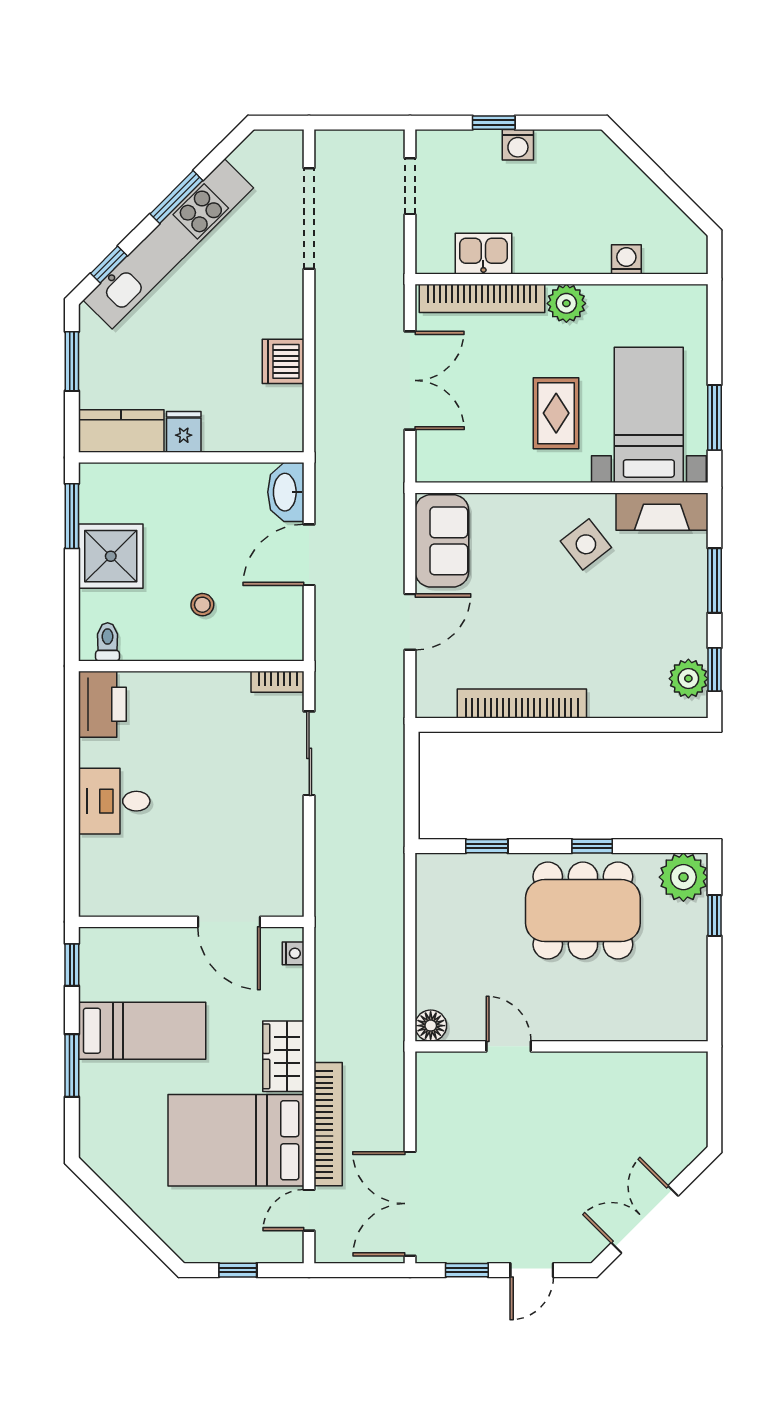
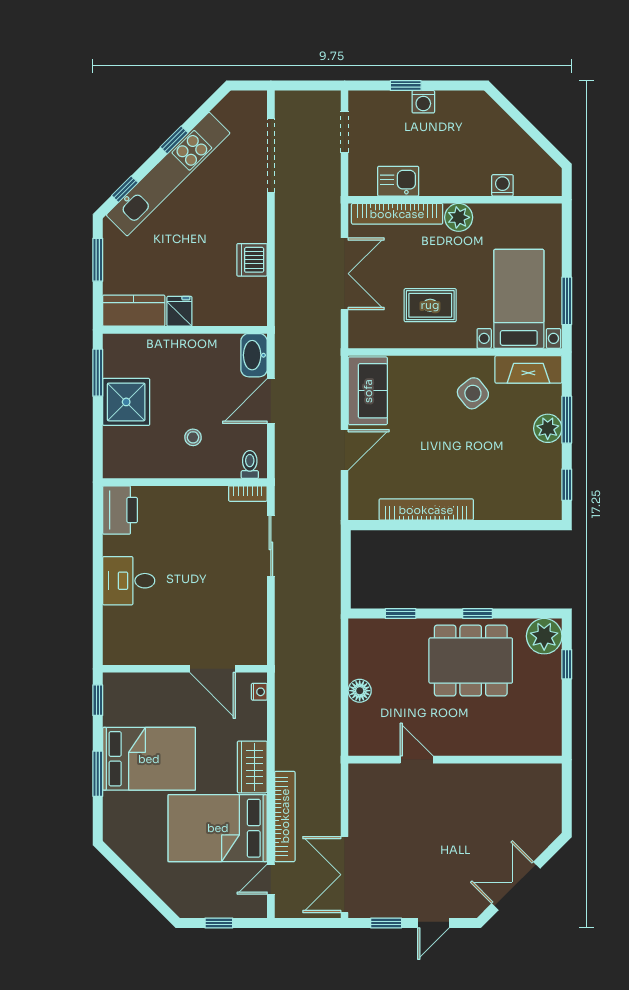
window: (176, 197) -> (174, 140), width x0.67
rug: (556, 413) -> (430, 305), moved, turned 90
toilet: (108, 642) -> (250, 464), moved
plant: (688, 679) -> (548, 428), moved
floor lamp: (431, 1026) -> (360, 691), moved
bed: (142, 1031) -> (149, 759), width x1.50

